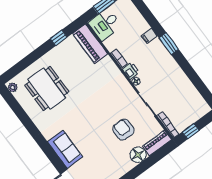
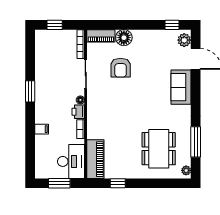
desk: (105, 24) -> (71, 161), width x1.37
window: (169, 44) -> (30, 91), moved
window: (22, 115) -> (196, 142), added
window: (191, 131) -> (55, 25), moved

